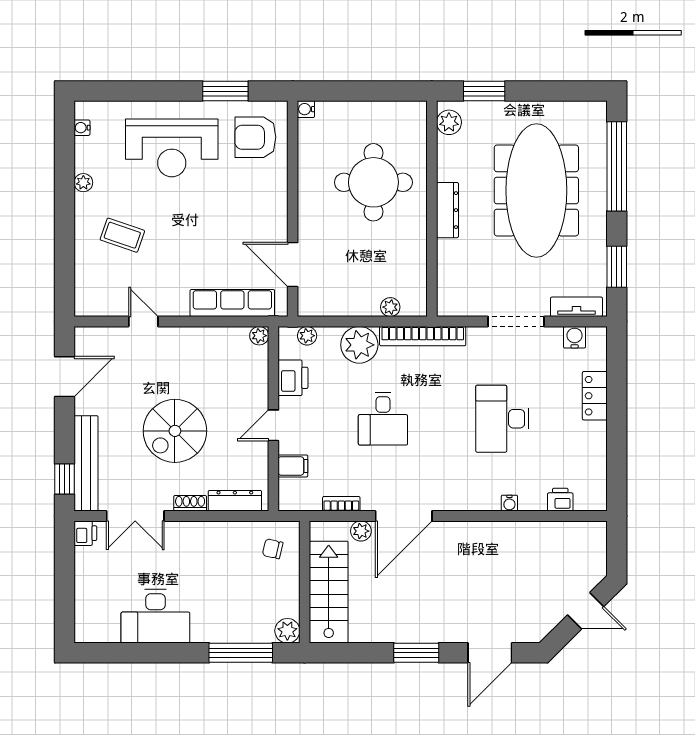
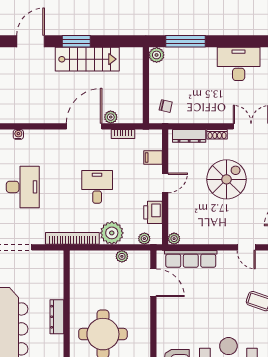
plant: (390, 307) -> (122, 256), moved
stairs: (329, 592) -> (87, 59), moved, turned -90

